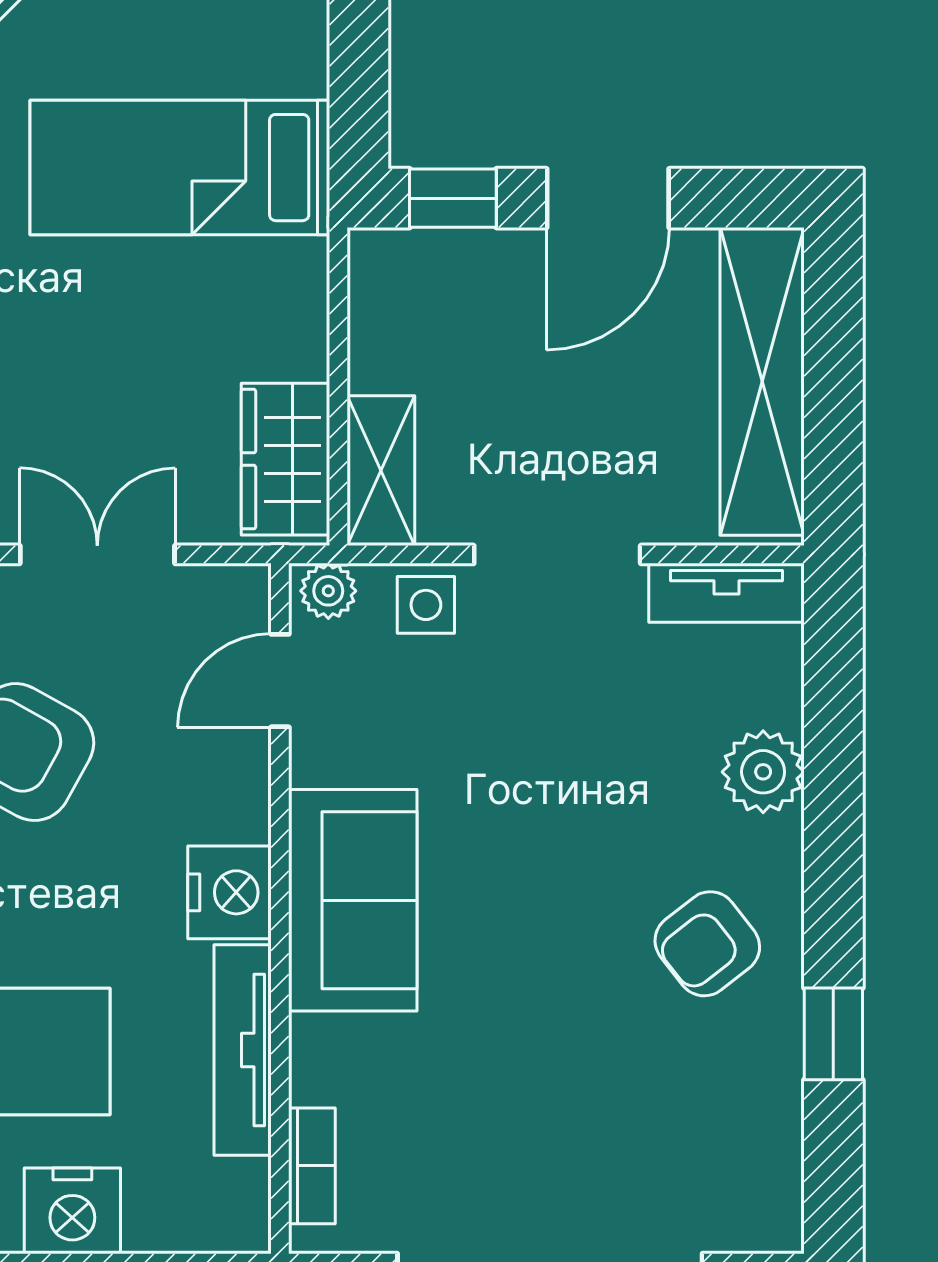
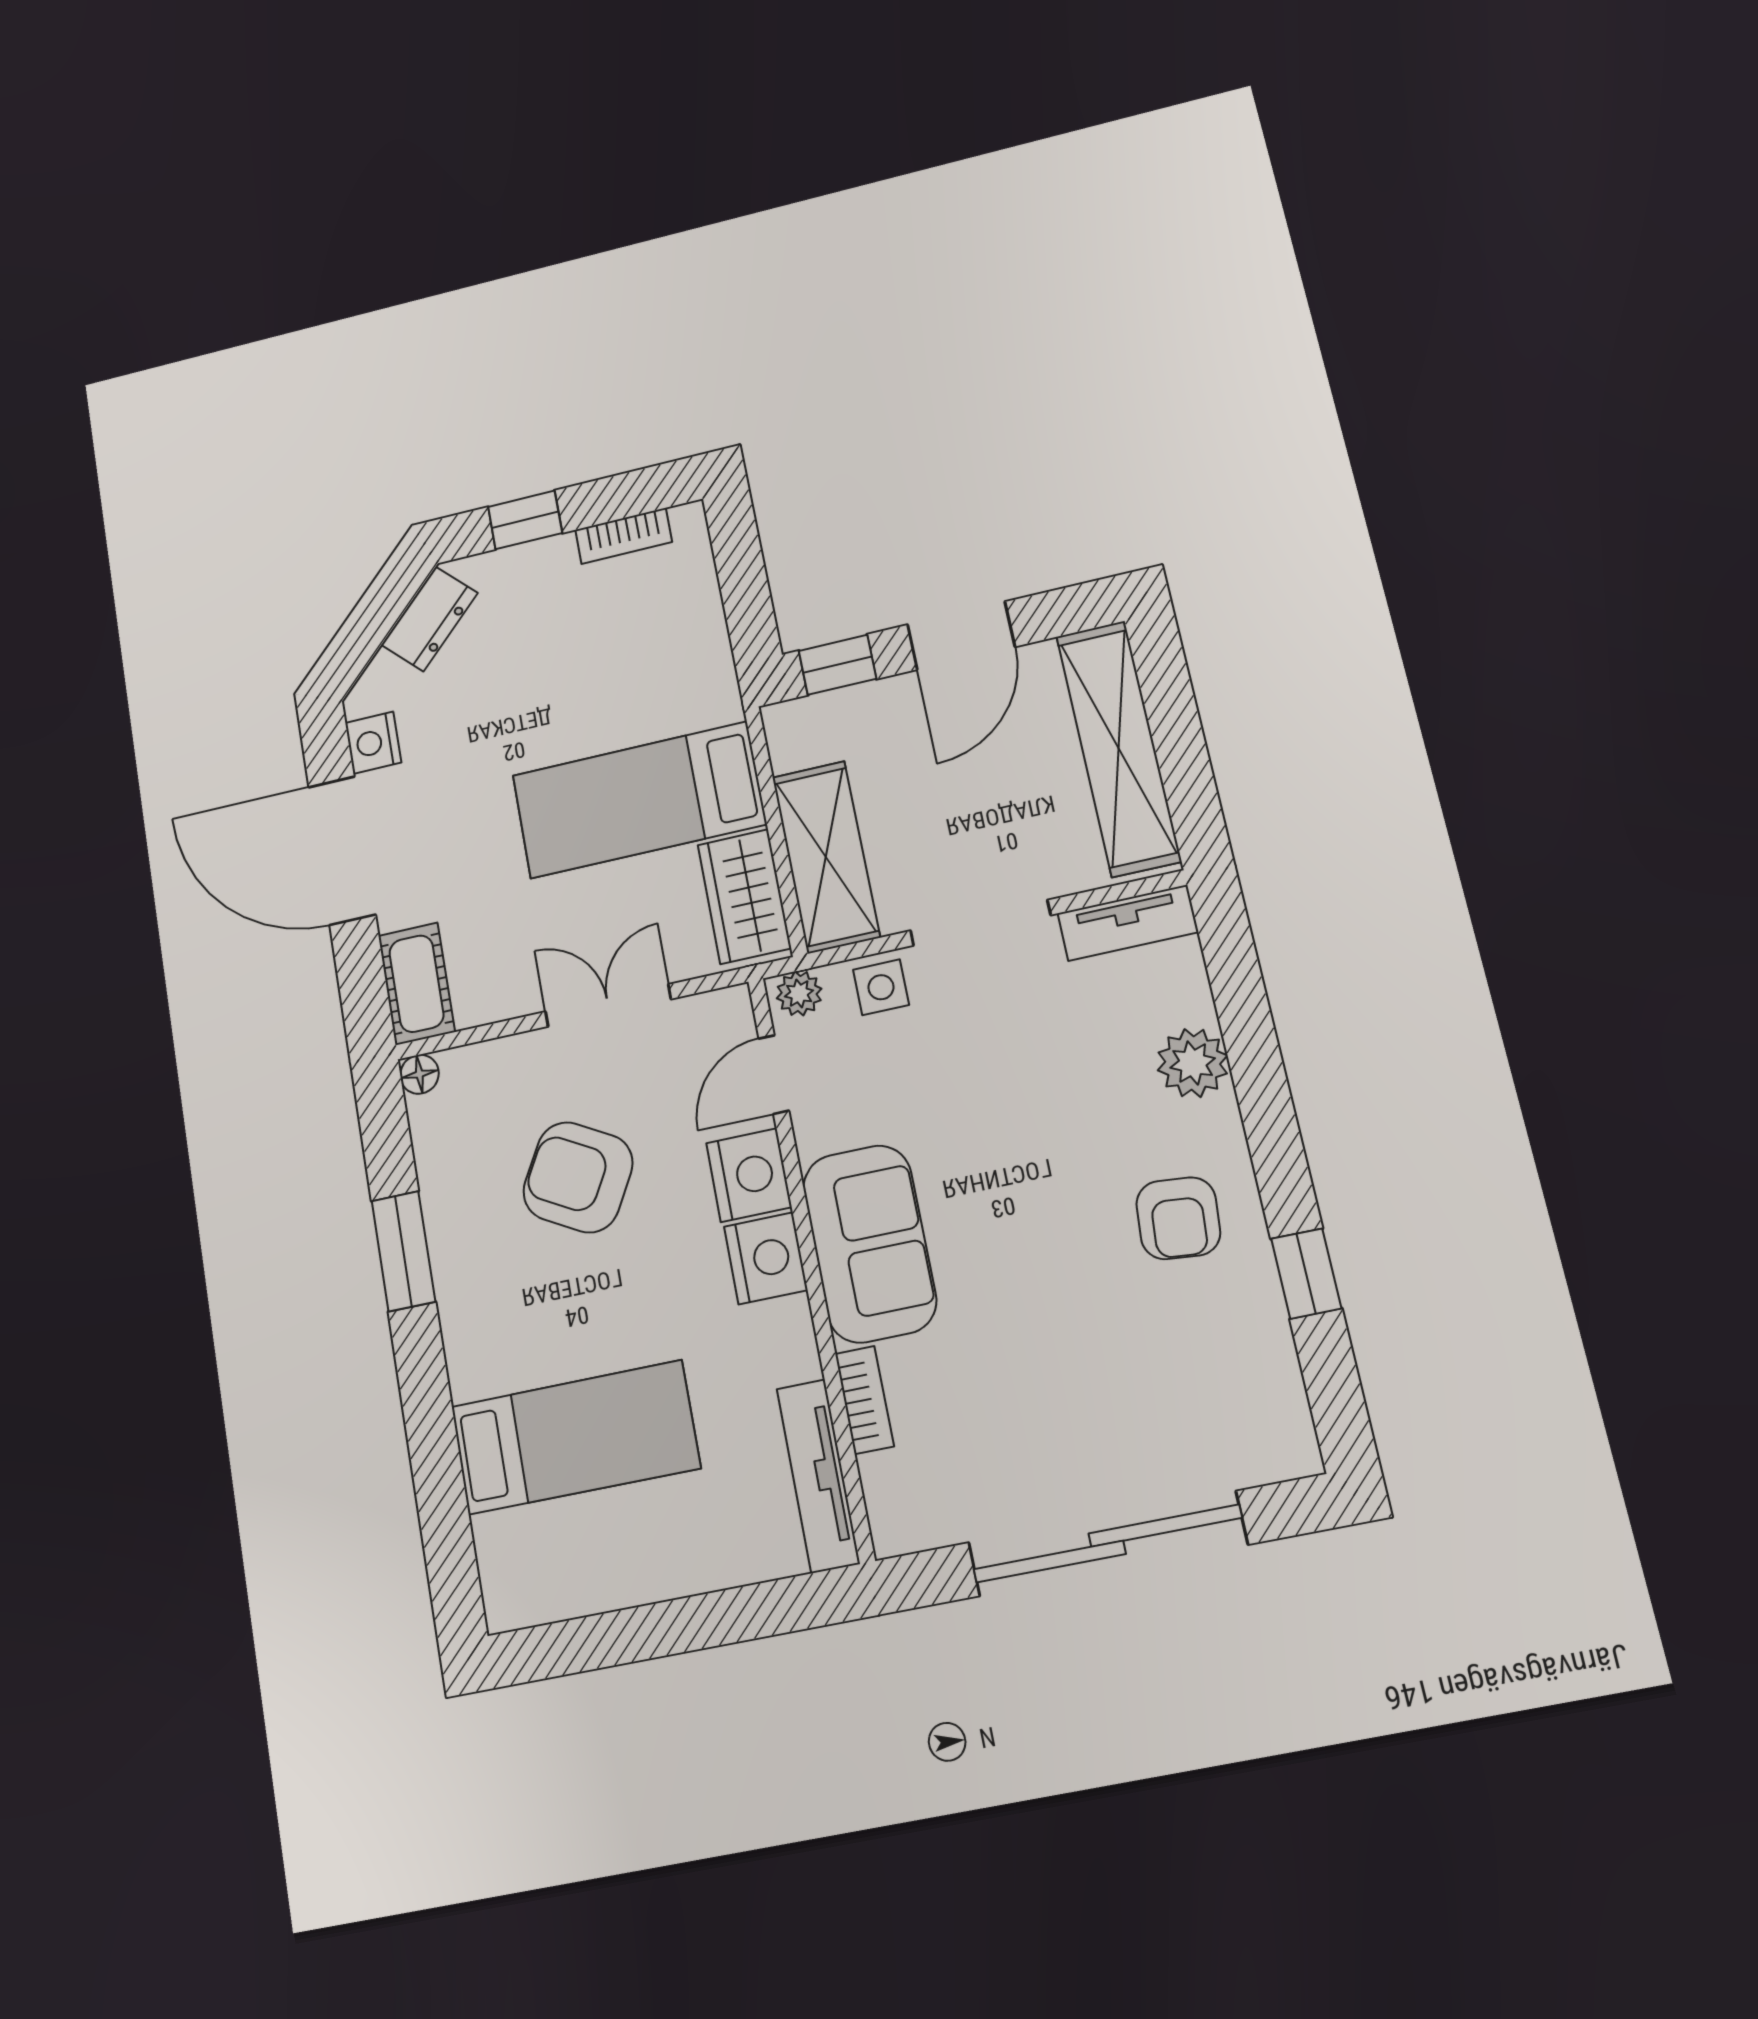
bed: (180, 168) -> (639, 800), moved
shelving: (381, 471) -> (826, 857), width x1.50, depth x1.33
armchair: (707, 944) -> (1178, 1218), turned -47
tv unit: (243, 1050) -> (818, 1476), moved
bookcase: (312, 1166) -> (864, 1400), moved
nightstand: (72, 1211) -> (749, 1175), moved, turned -90

